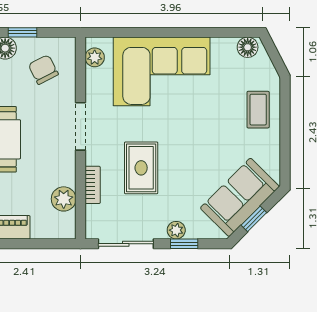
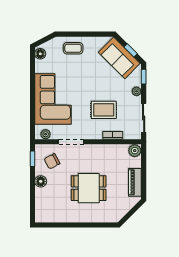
window: (23, 32) -> (32, 159), moved
doorway: (81, 126) -> (71, 142), moved
plant: (64, 199) -> (135, 151), moved
window: (184, 244) -> (144, 77), moved

